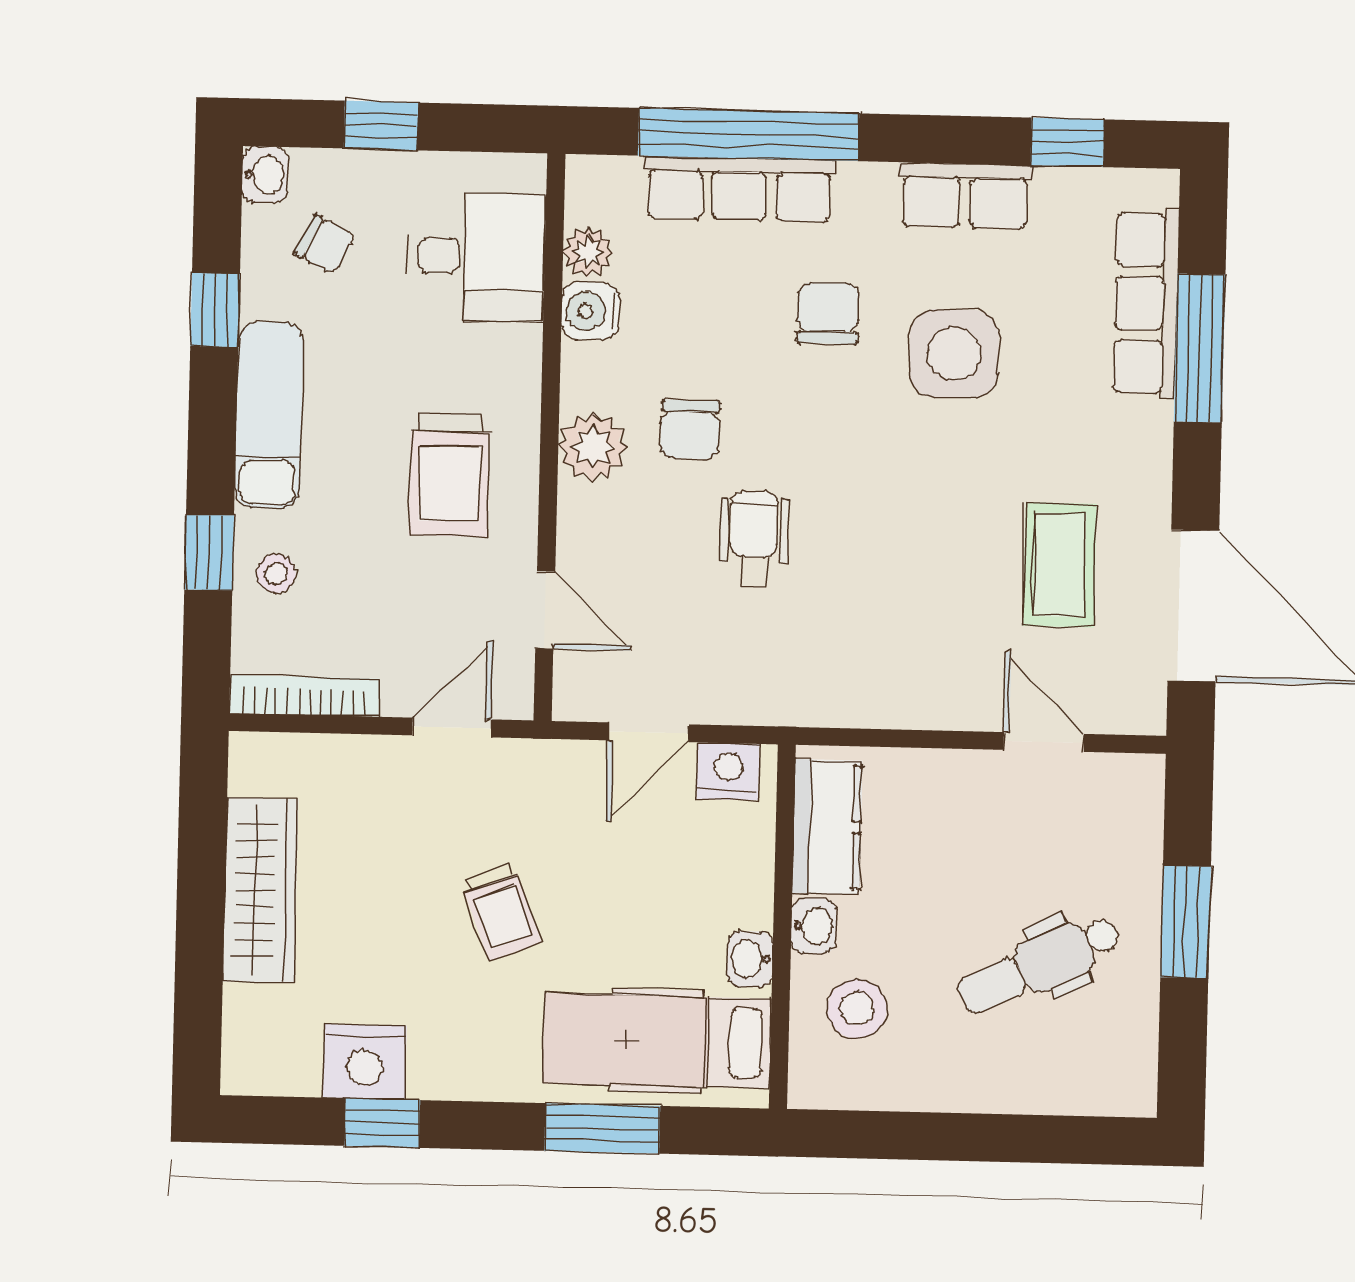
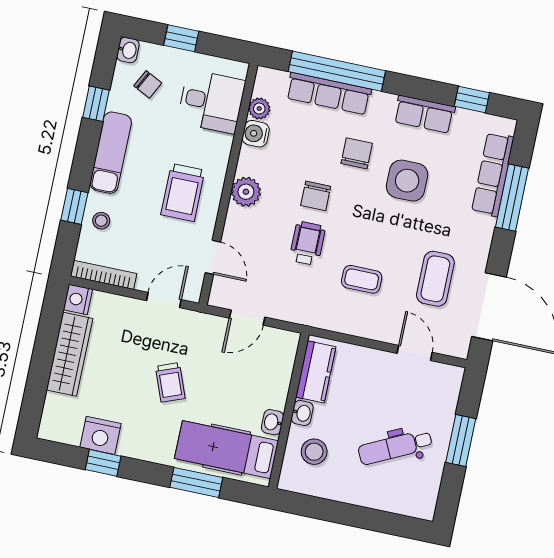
chair: (690, 429) -> (316, 196), moved
coffee table: (892, 597) -> (362, 279), added
nightstand: (728, 771) -> (78, 299), moved, turned -90

